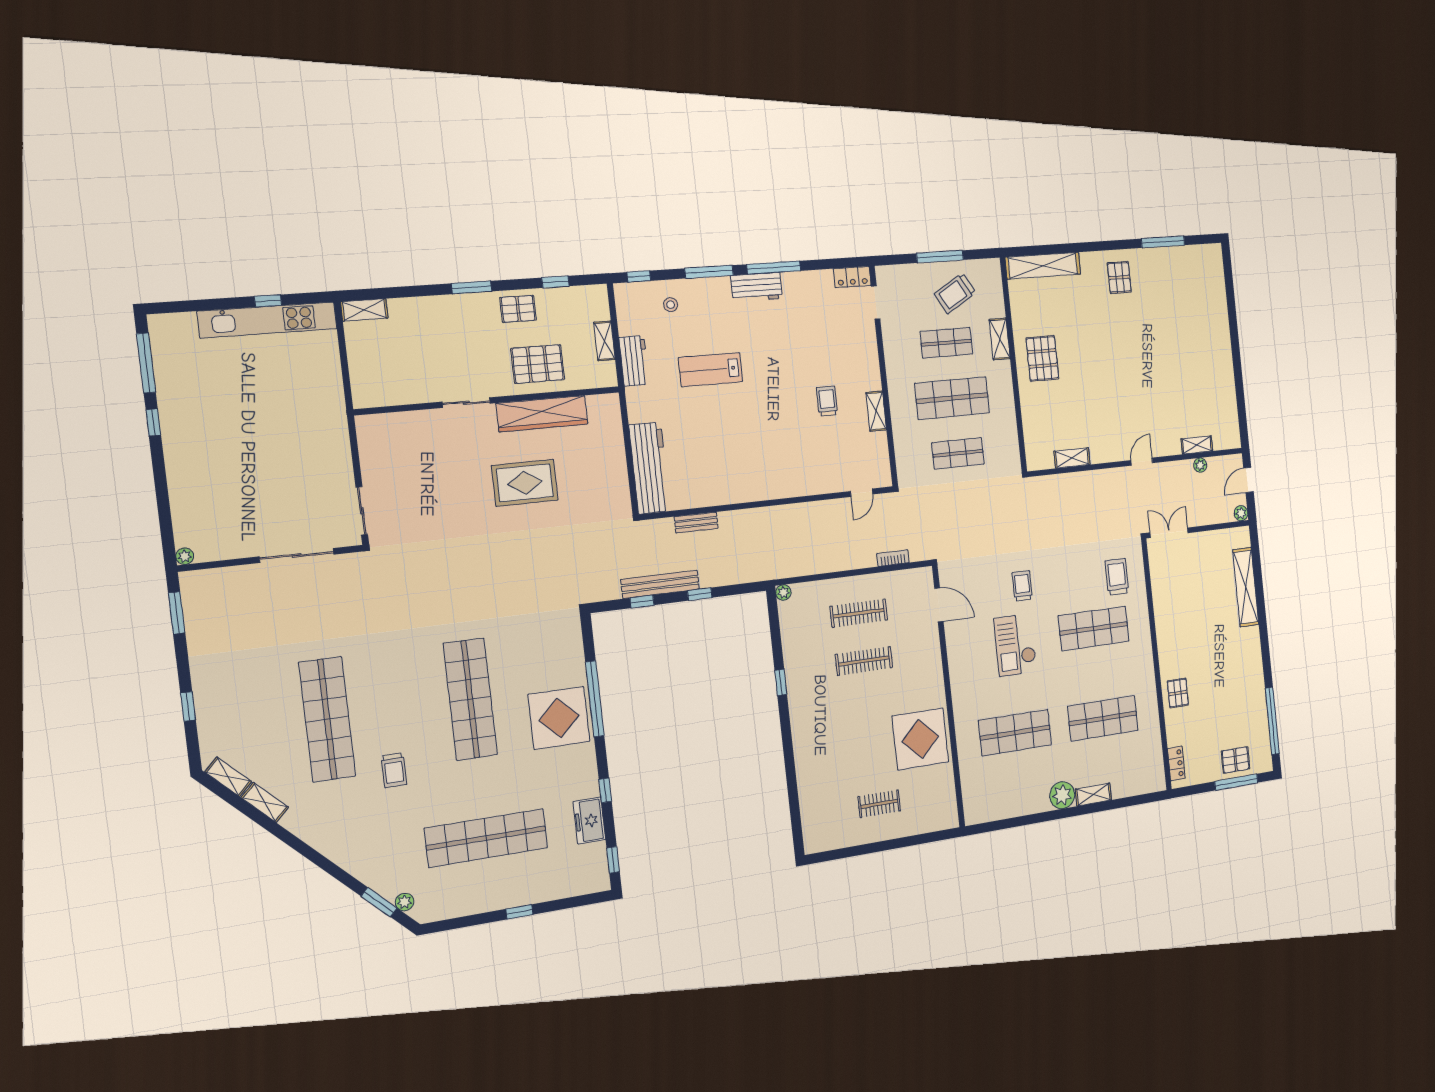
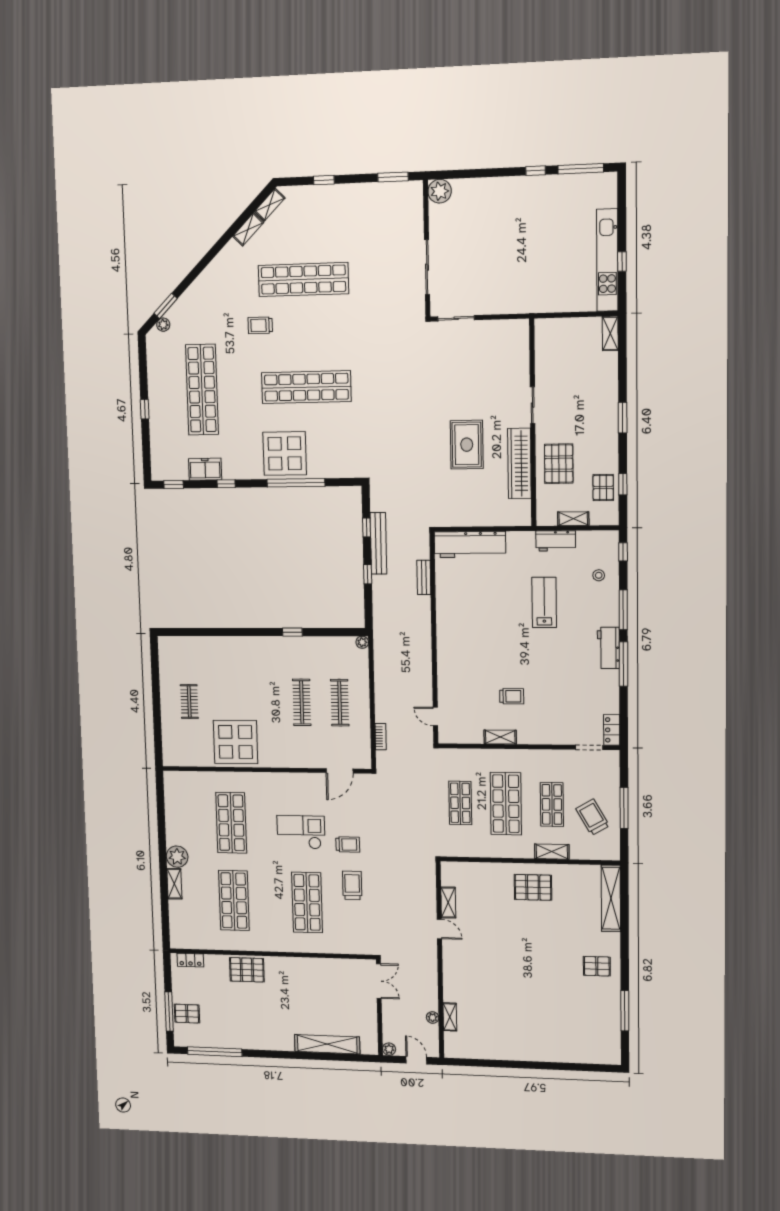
pallet: (518, 309) -> (603, 488), moved
door: (1142, 462) -> (439, 929), moved
plant: (185, 556) -> (440, 191), width x1.87, depth x1.87
trolley: (1117, 577) -> (352, 885), moved, turned -90
pallet: (1178, 693) -> (247, 970), width x1.50, depth x1.42
pallet: (1236, 760) -> (187, 1014), turned 90

